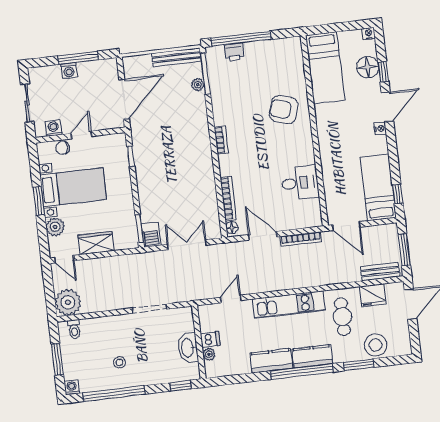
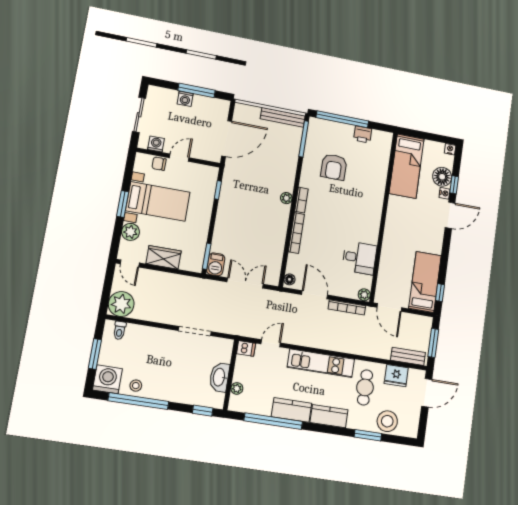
printer: (234, 52) -> (363, 134), moved
plant: (198, 85) -> (286, 198), moved
armchair: (284, 110) -> (334, 167), moved, turned -107
nightstand: (380, 129) -> (445, 193), moved
bookcase: (228, 198) -> (296, 233), moved
plant: (316, 220) -> (364, 295), added
dishwasher: (210, 339) -> (246, 348), moved
stool: (120, 362) -> (136, 386), moved
window: (302, 371) -> (273, 421), moved
washing machine: (72, 387) -> (107, 379), width x1.89, depth x1.89

